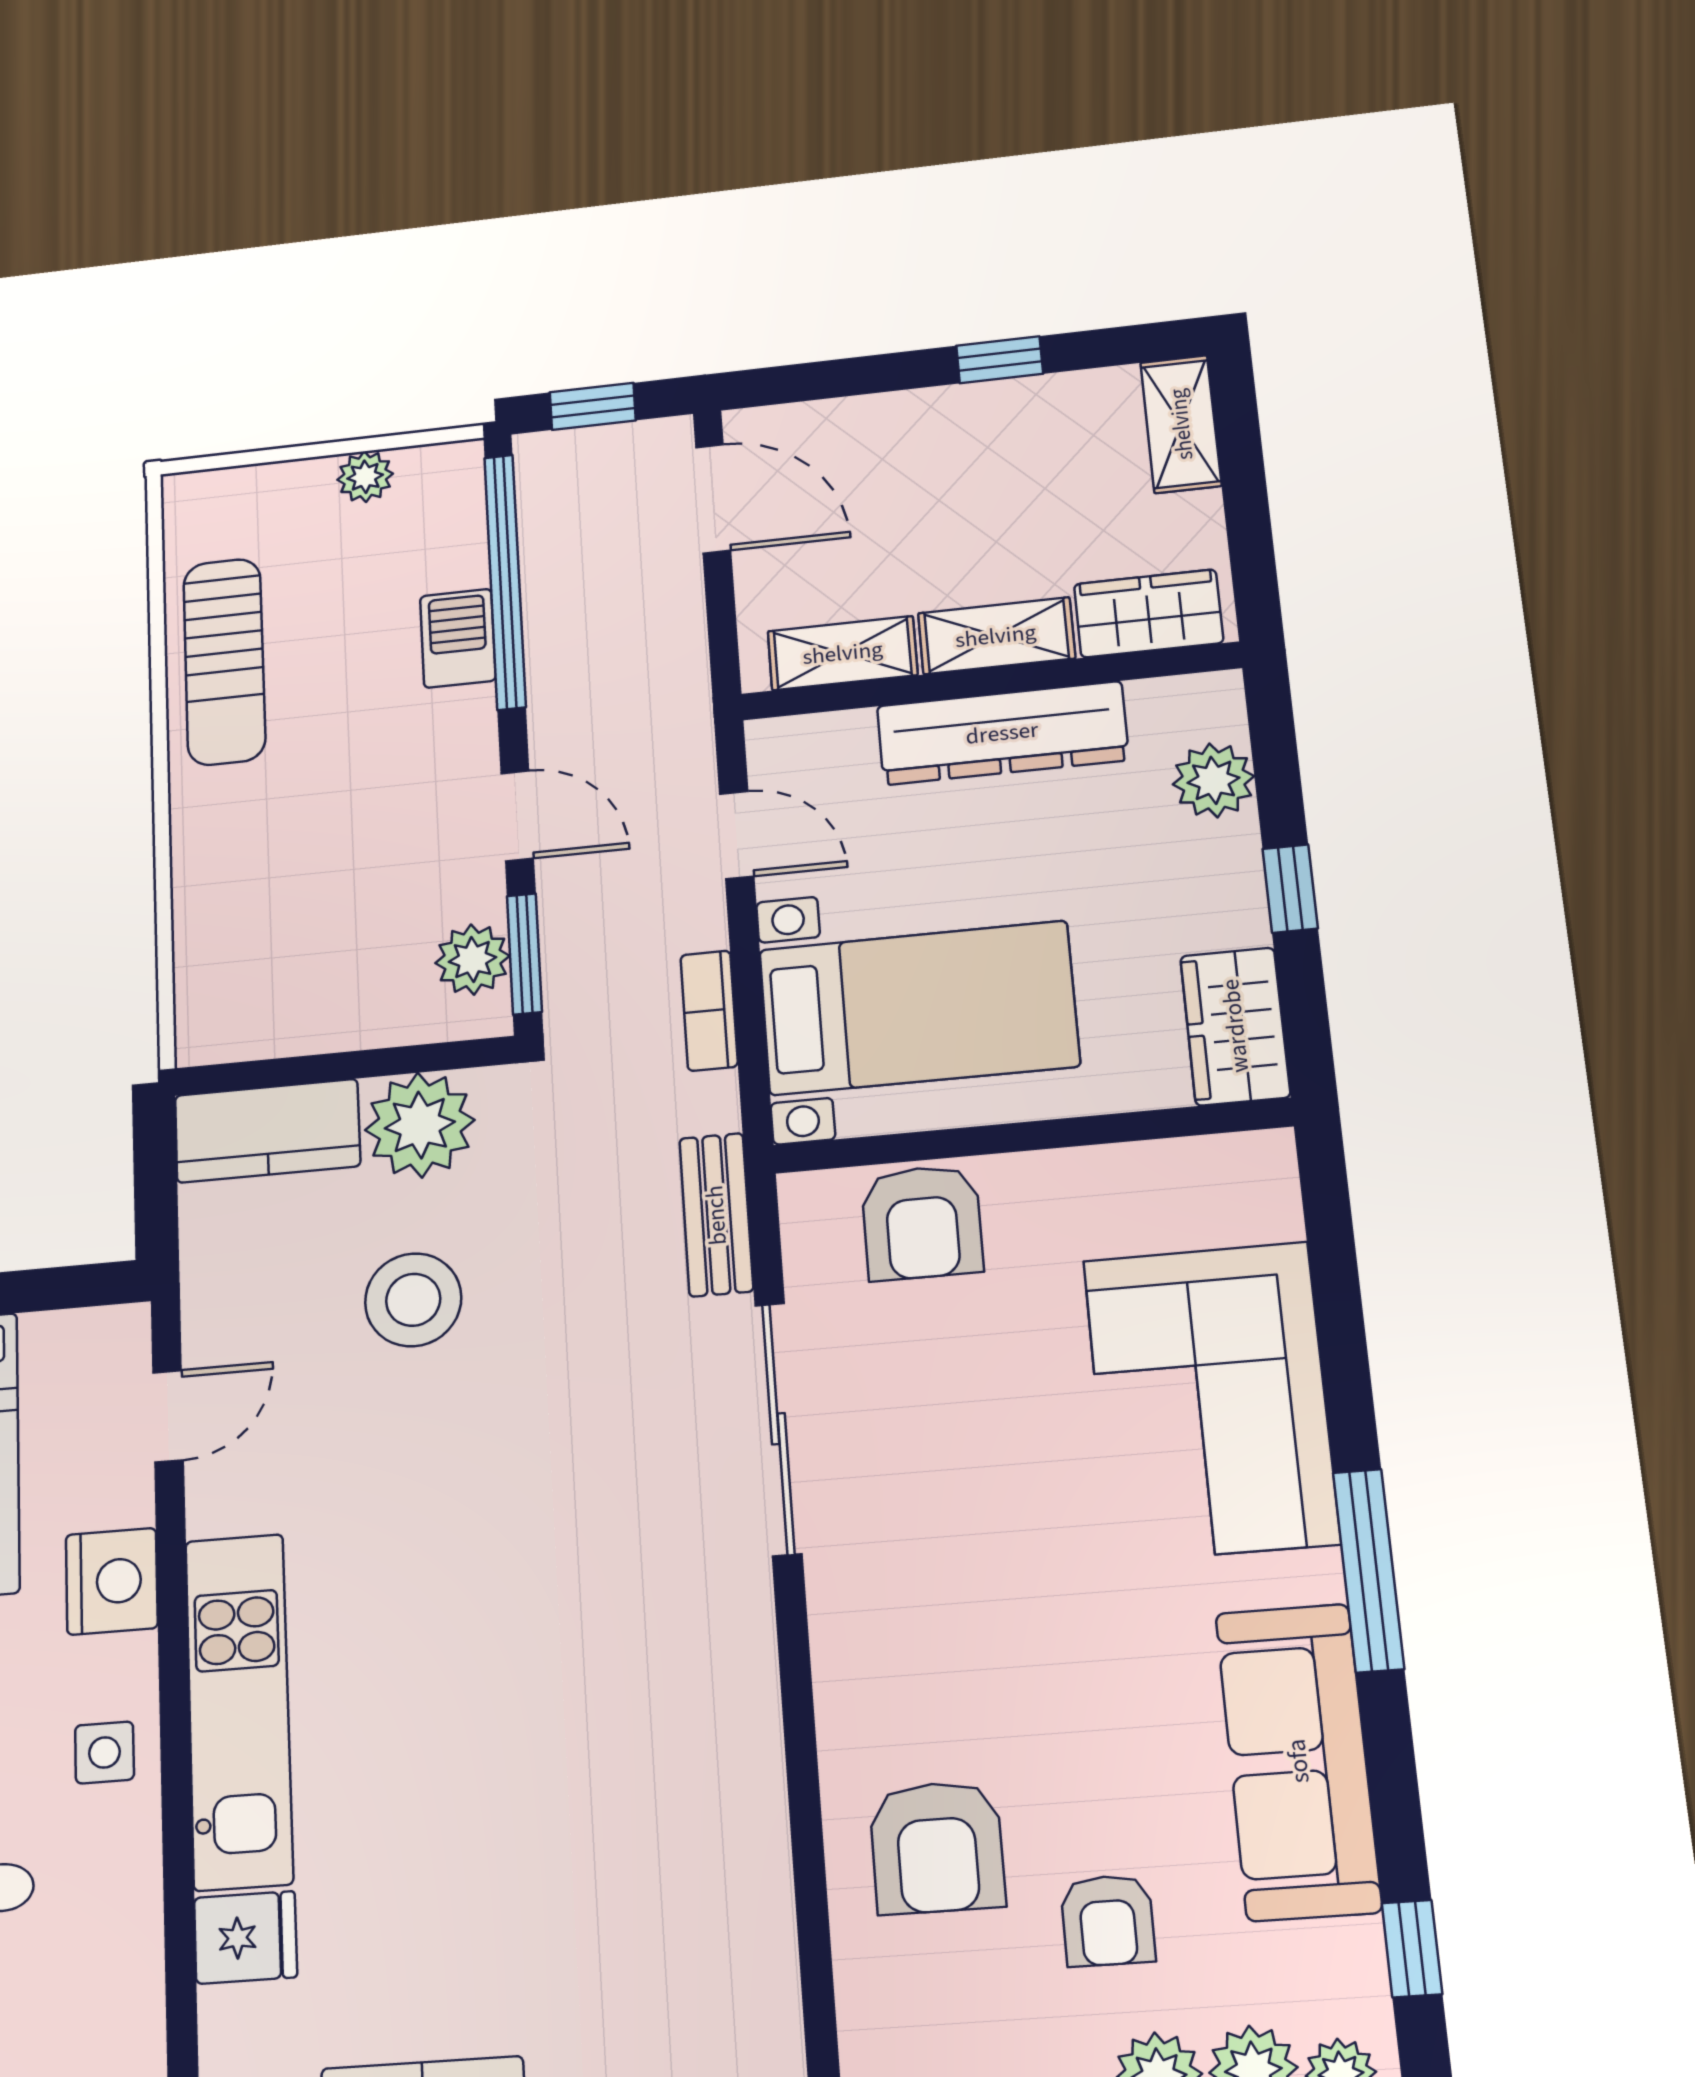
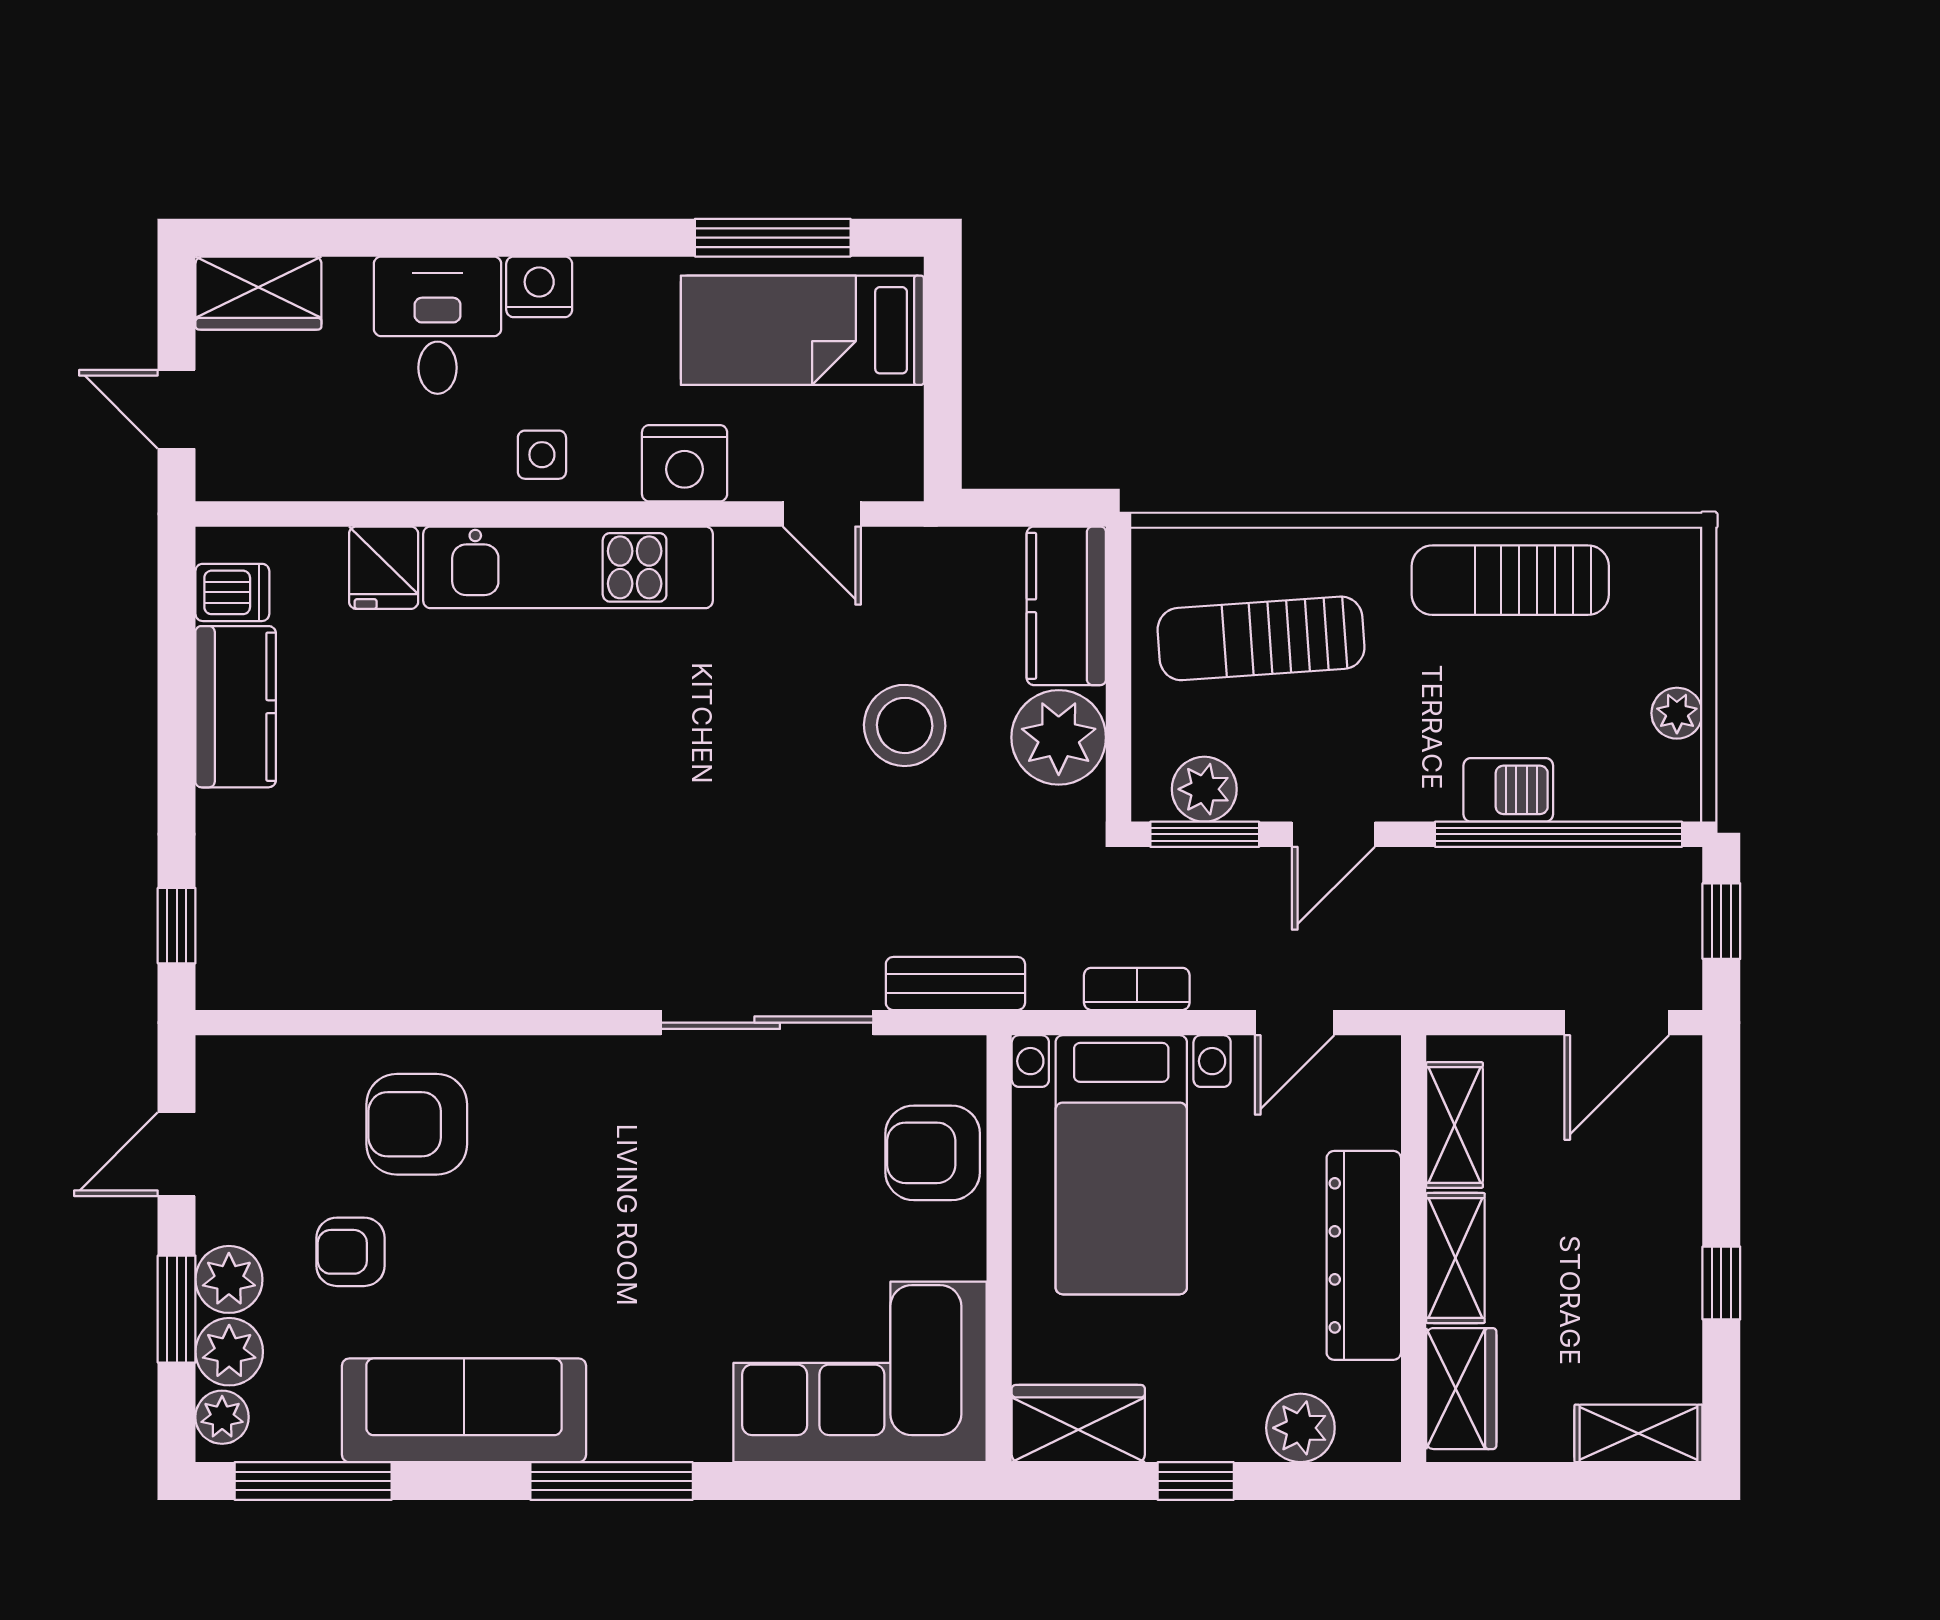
sun lounger: (298, 915) -> (1261, 638), added
corner sofa: (1211, 1401) -> (860, 1372), moved
window: (1412, 1949) -> (313, 1481), width x2.17

